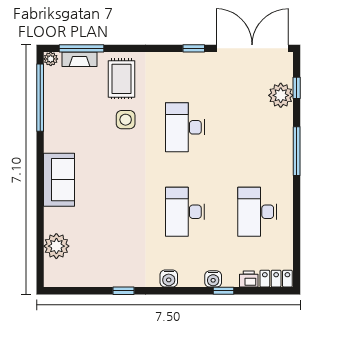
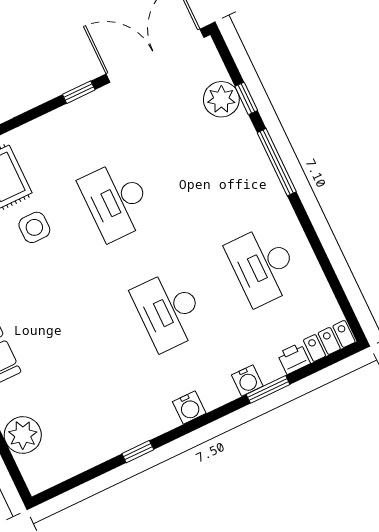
window: (297, 88) -> (246, 98), moved
window: (223, 291) -> (268, 389), width x1.50

